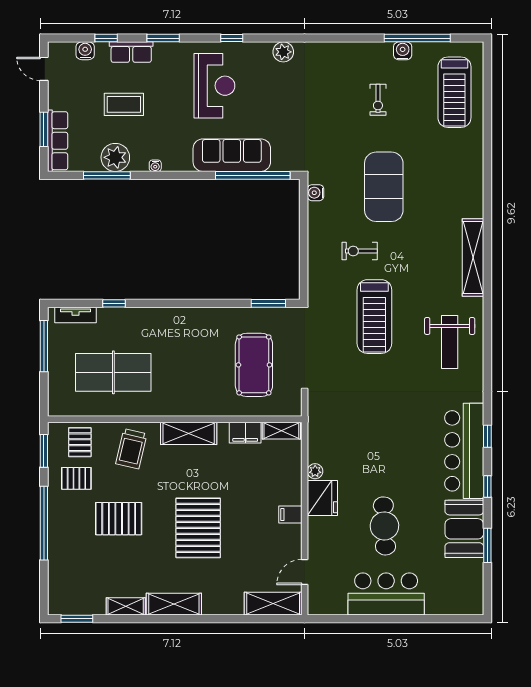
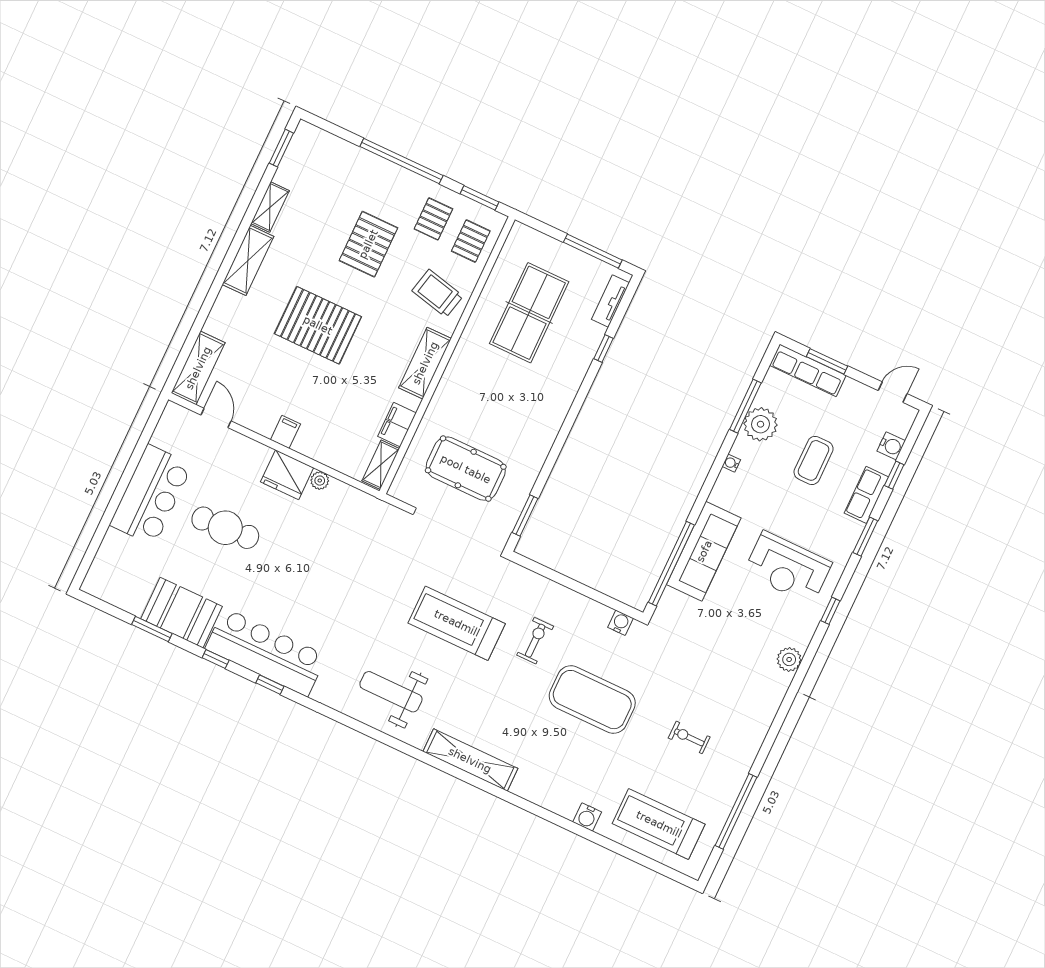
water cooler: (403, 51) -> (587, 817), moved, turned 90
pallet: (80, 442) -> (471, 241), turned 90

